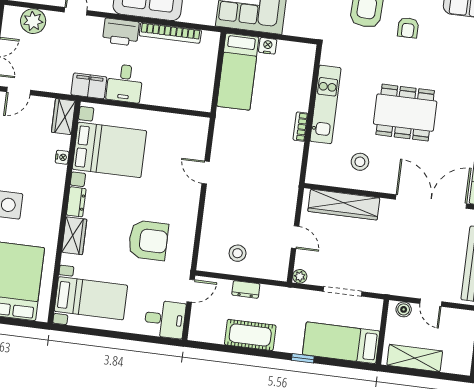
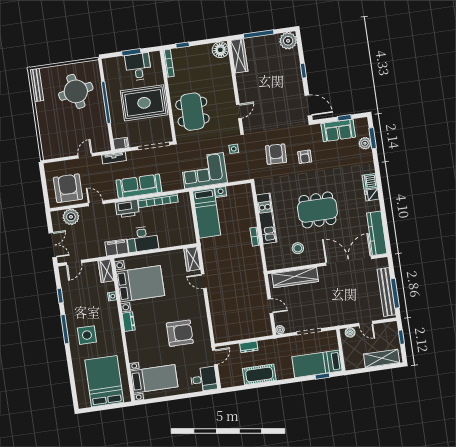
desk: (125, 83) -> (142, 239), width x1.37
wardrobe: (74, 236) -> (192, 259), moved, turned 180
stool: (238, 253) -> (237, 326), removed
window: (303, 358) -> (322, 376), moved
shelving: (415, 358) -> (382, 358), moved

